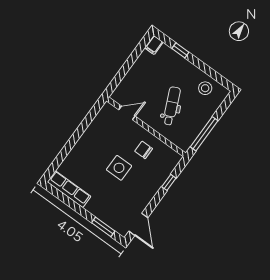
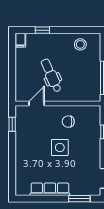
dental chair: (172, 106) -> (51, 75), moved
window: (91, 115) -> (12, 124), added
row of seats: (69, 189) -> (50, 189), moved

